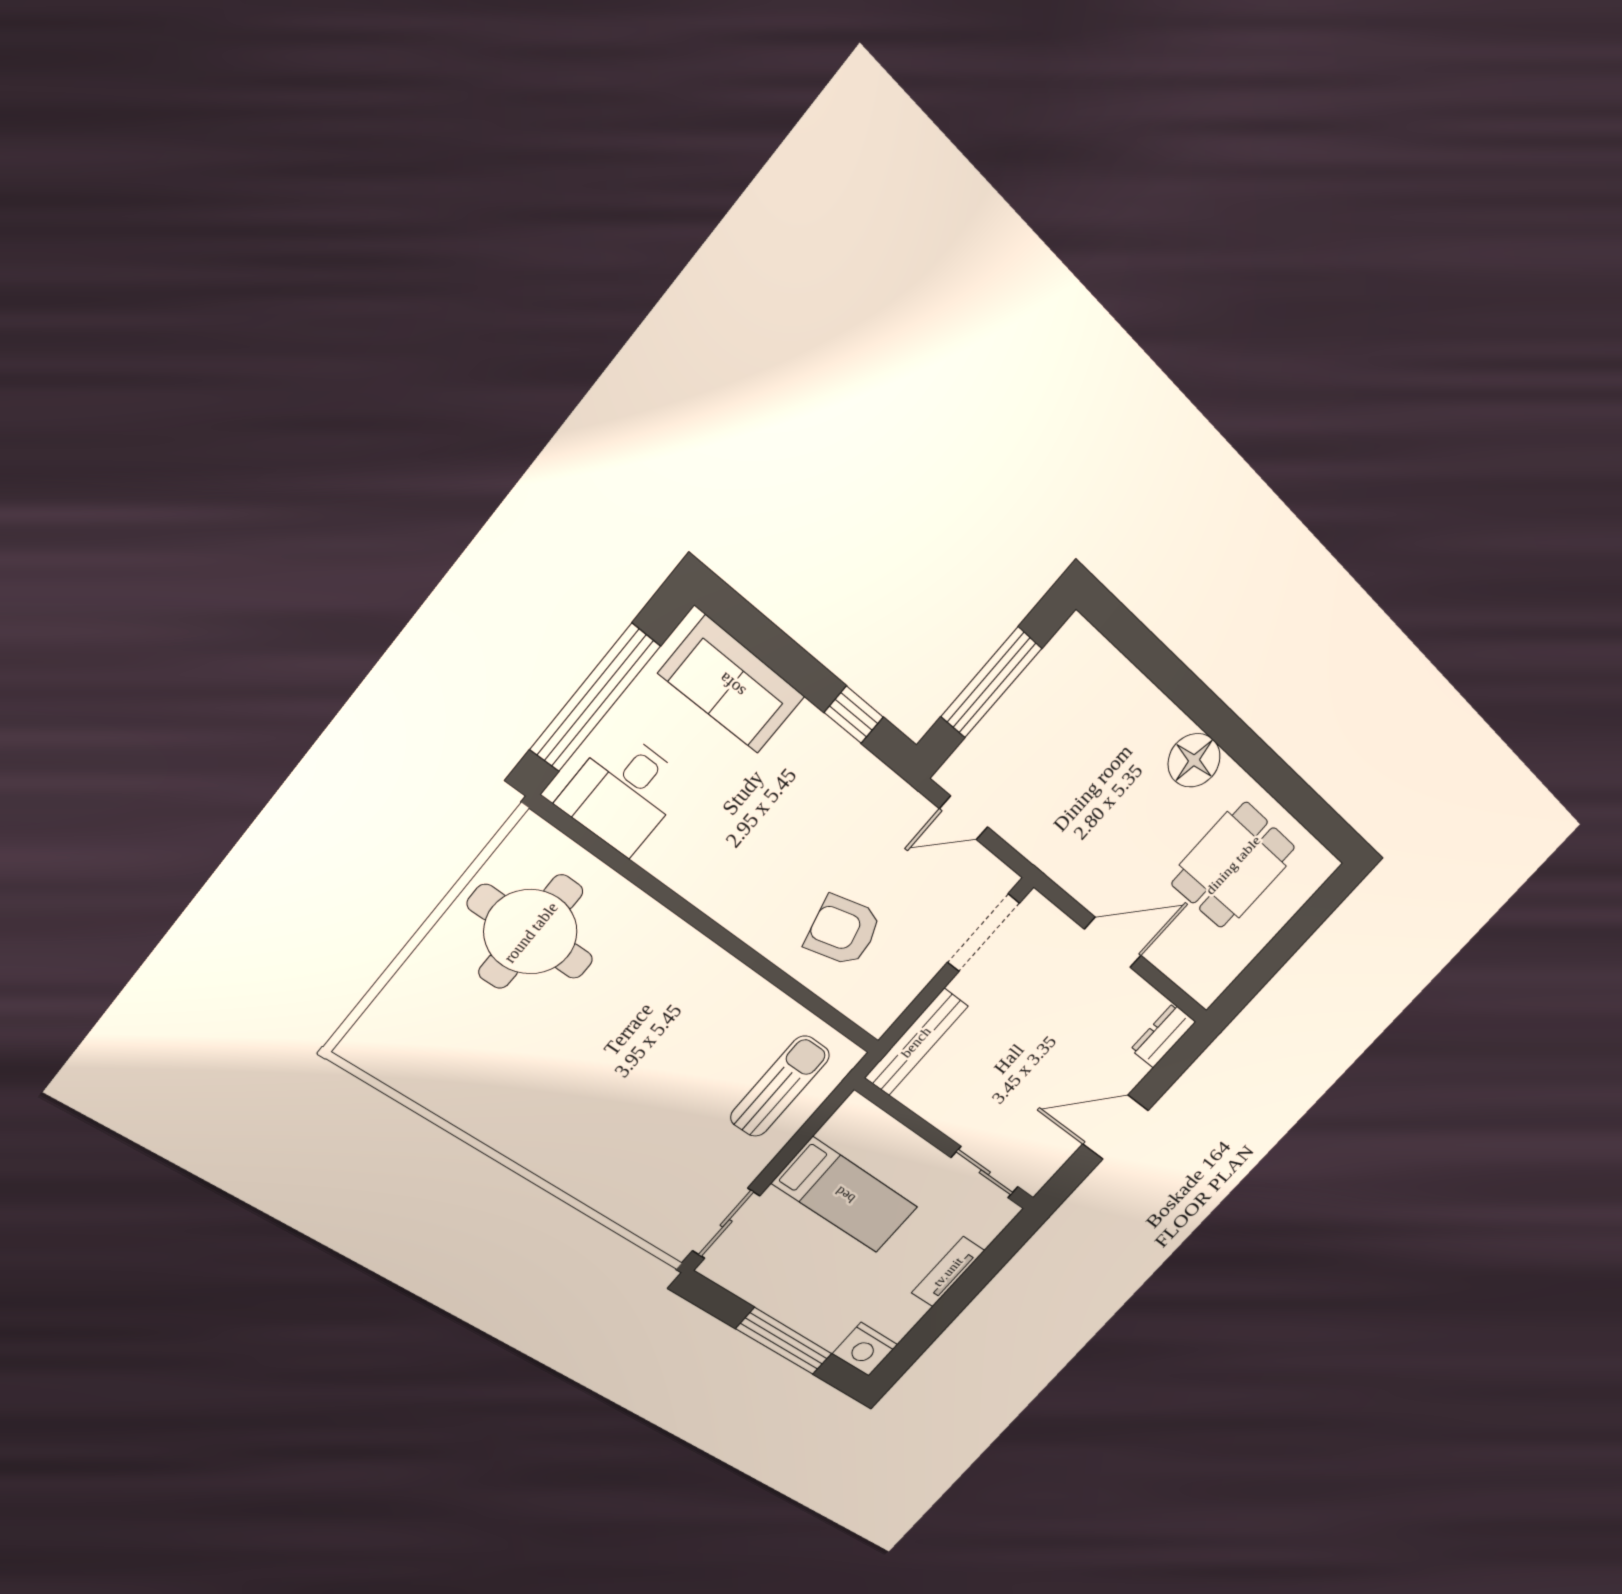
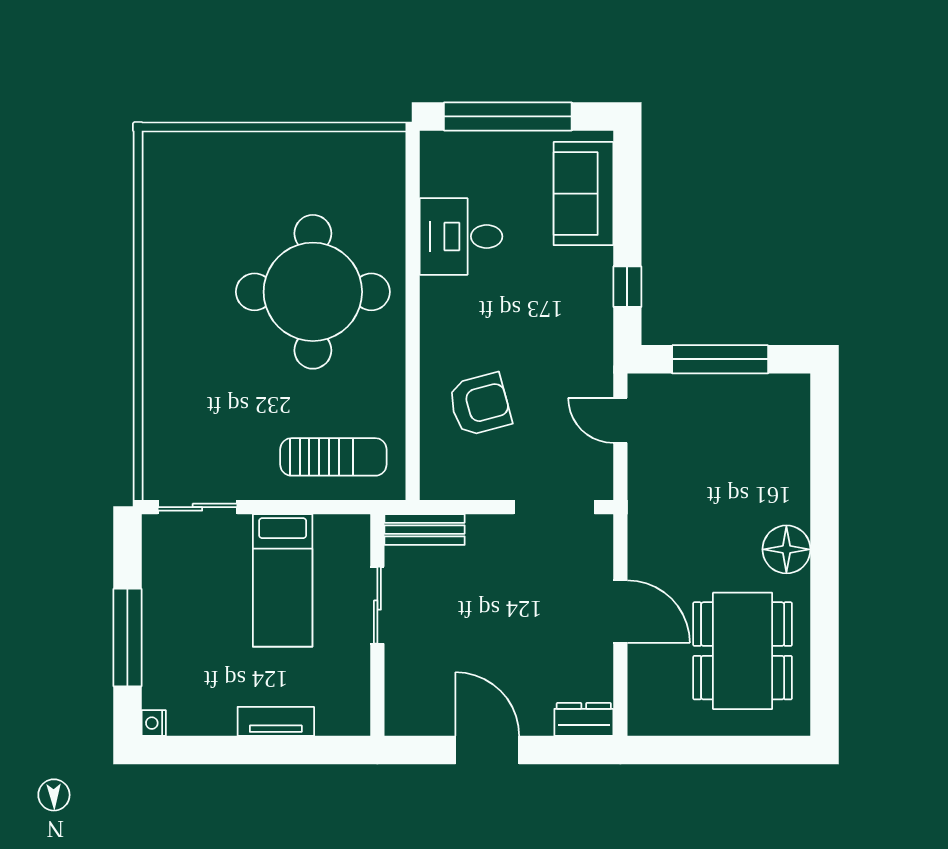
desk: (623, 793) -> (461, 236), moved
dining table: (1233, 865) -> (743, 651), width x1.38
armchair: (843, 931) -> (480, 405), turned 90
round table: (531, 932) -> (313, 292), moved, width x1.36, depth x1.36
bench: (916, 1042) -> (425, 530), width x0.73
sliding door: (985, 1172) -> (377, 605), moved
nightstand: (865, 1349) -> (154, 723), width x0.53, depth x0.56

